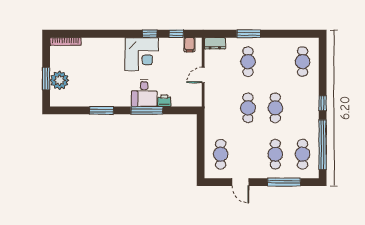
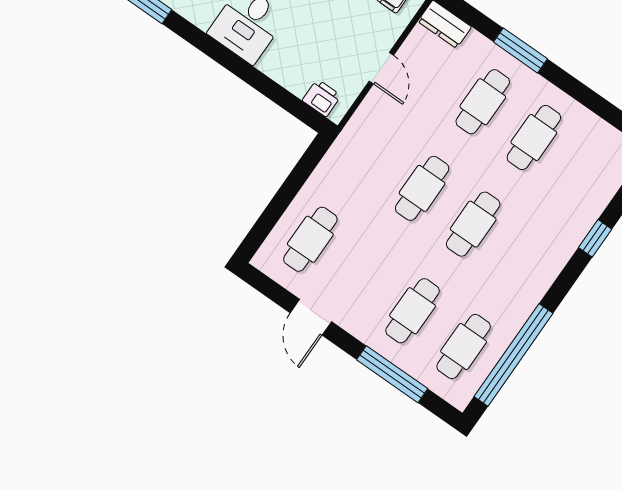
cafe table: (303, 62) -> (534, 137), moved
door: (203, 75) -> (381, 68), swing flipped
printer: (164, 101) -> (322, 98), moved
window: (323, 103) -> (595, 238), moved
window: (147, 110) -> (230, 61), removed

